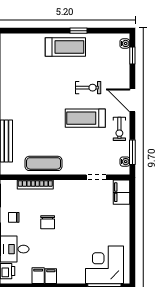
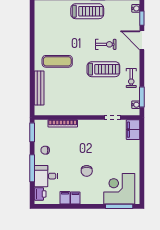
door: (132, 100) -> (142, 40), moved
treadmill: (85, 118) -> (103, 69), turned 180
exercise mat: (44, 163) -> (57, 61), moved
chair: (48, 222) -> (87, 171), moved

